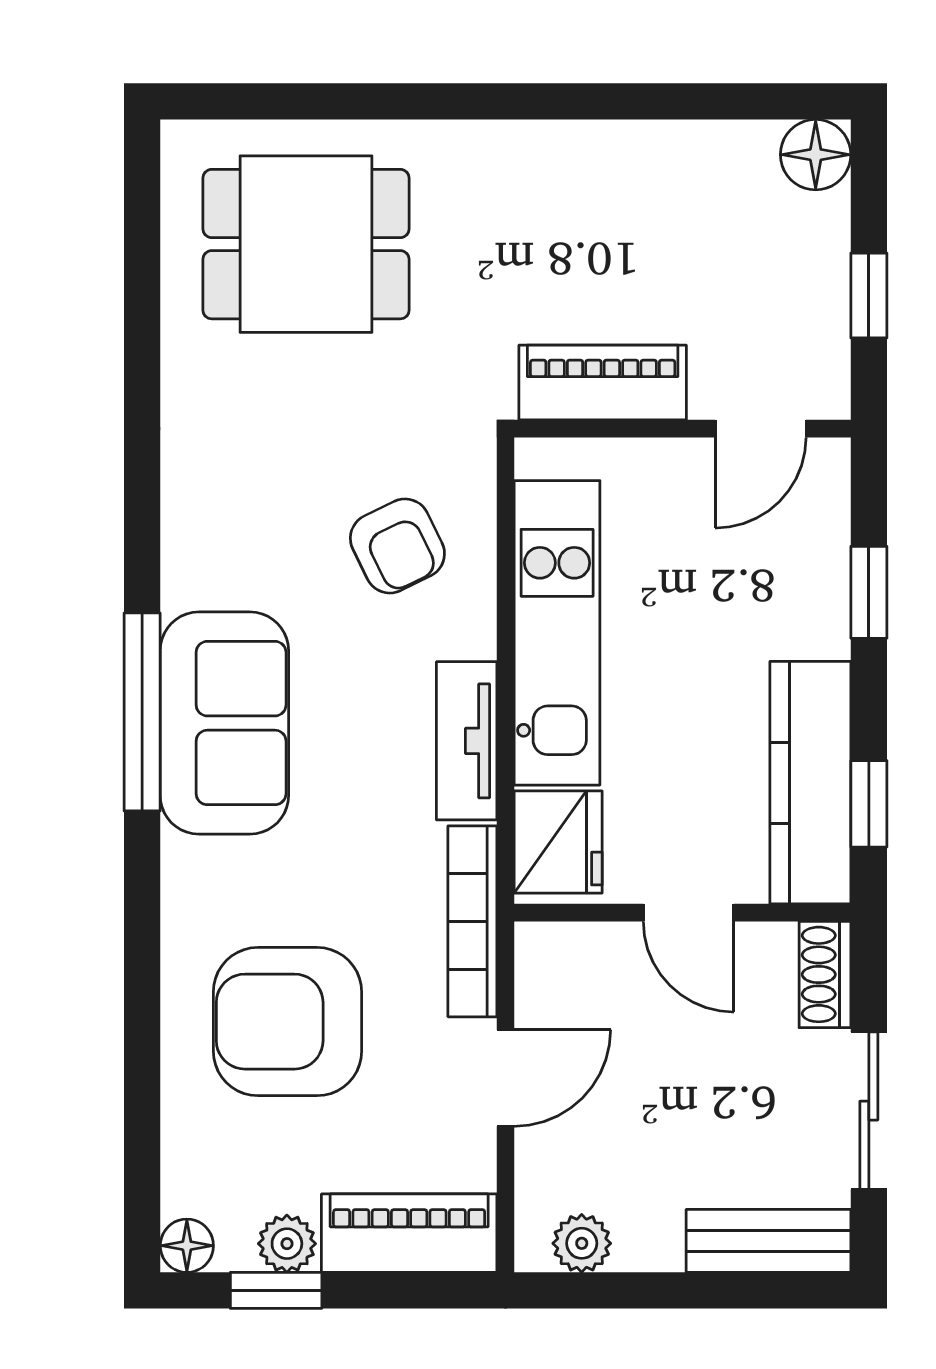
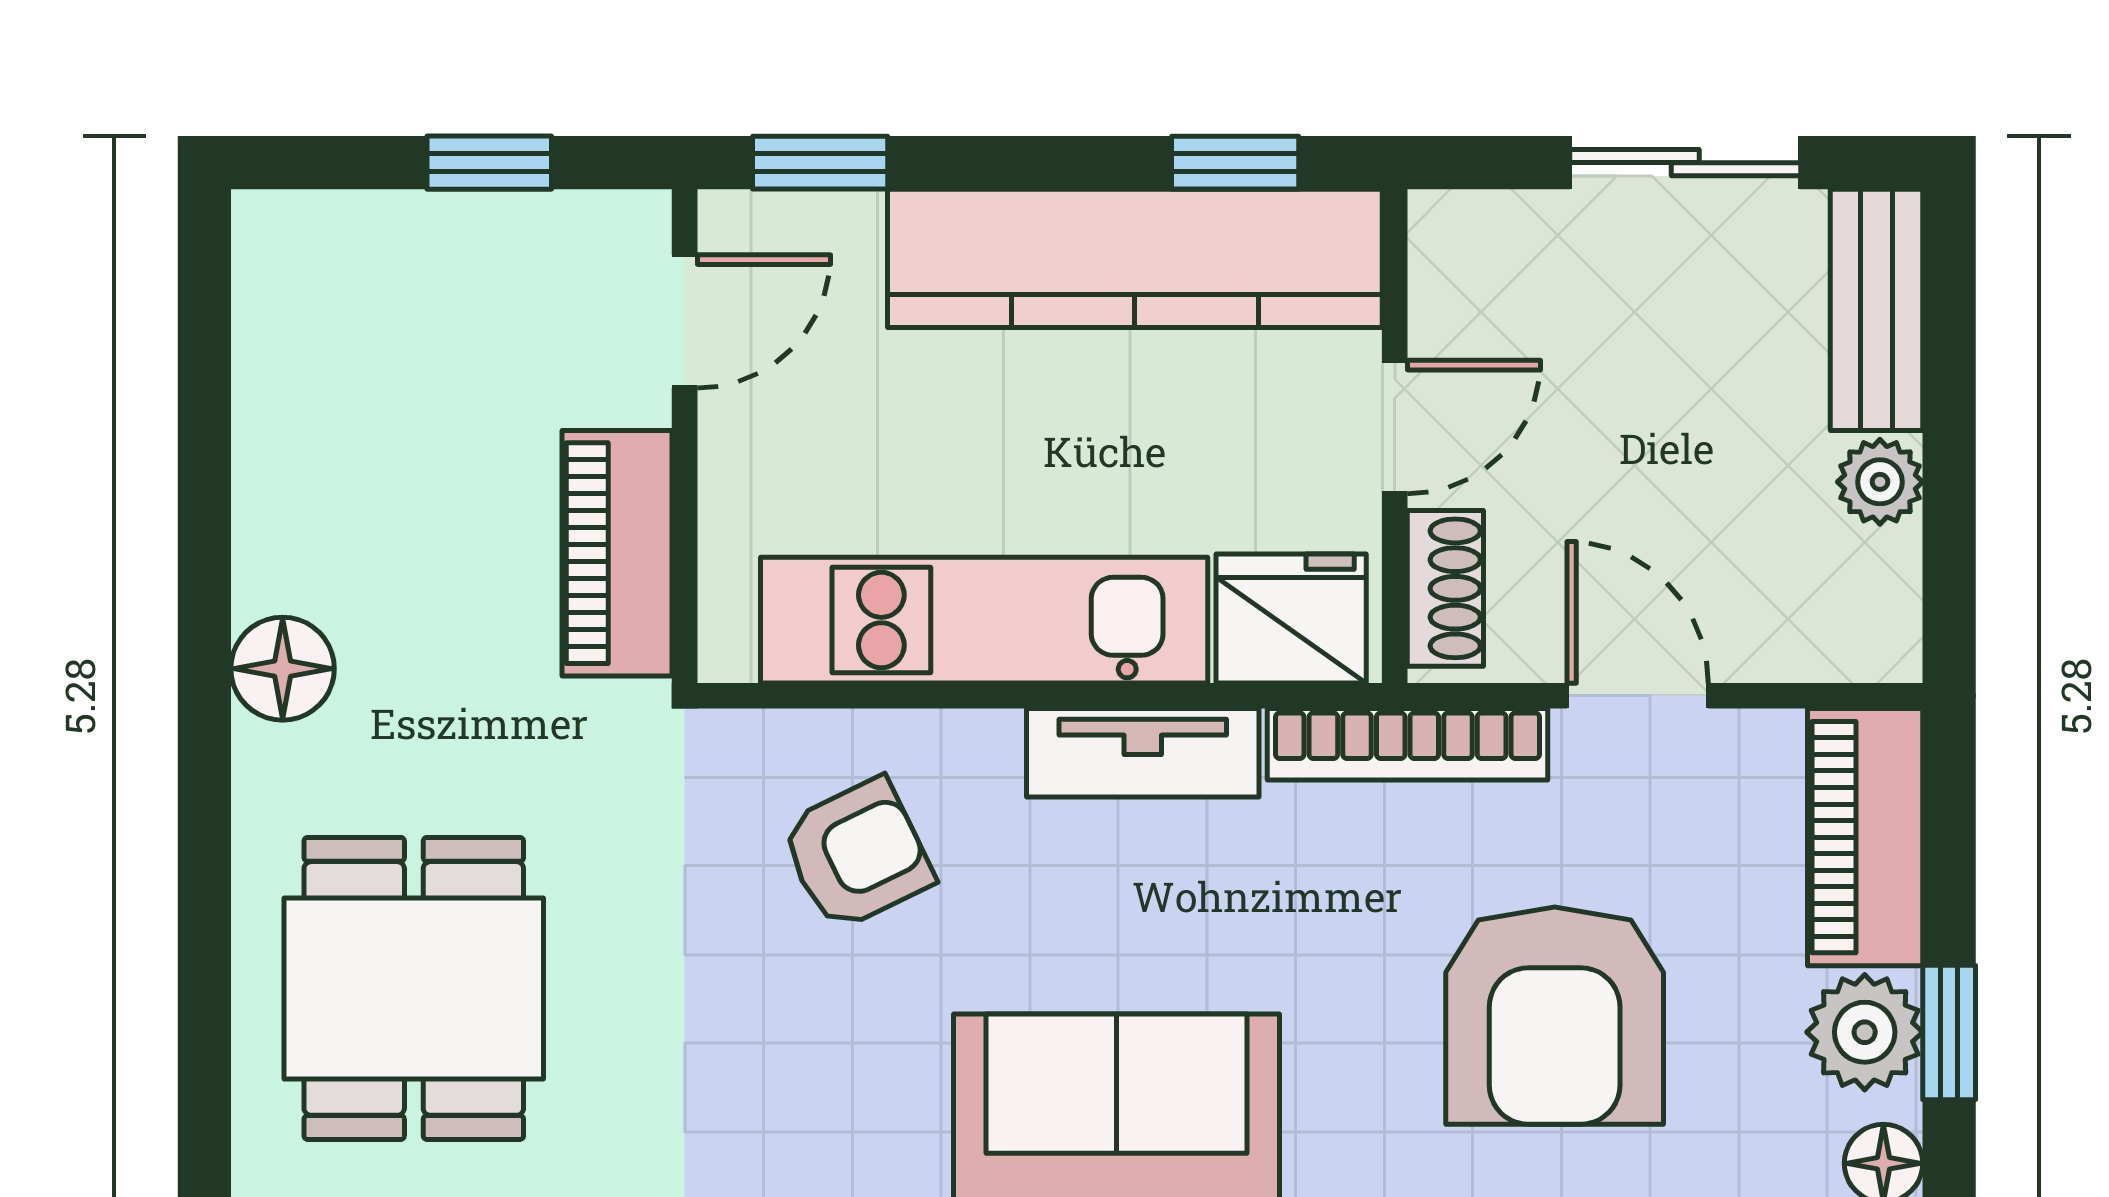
floor lamp: (816, 155) -> (283, 669), moved
door: (761, 429) -> (685, 321), hinge flipped
window: (869, 592) -> (820, 163), moved
kitchen counter: (810, 783) -> (1135, 258), width x1.39, depth x1.17
shoe rack: (825, 974) -> (1445, 588), moved, turned -90
plant: (582, 1243) -> (1880, 482), moved
plant: (287, 1244) -> (1865, 1032), width x1.38, depth x1.38

